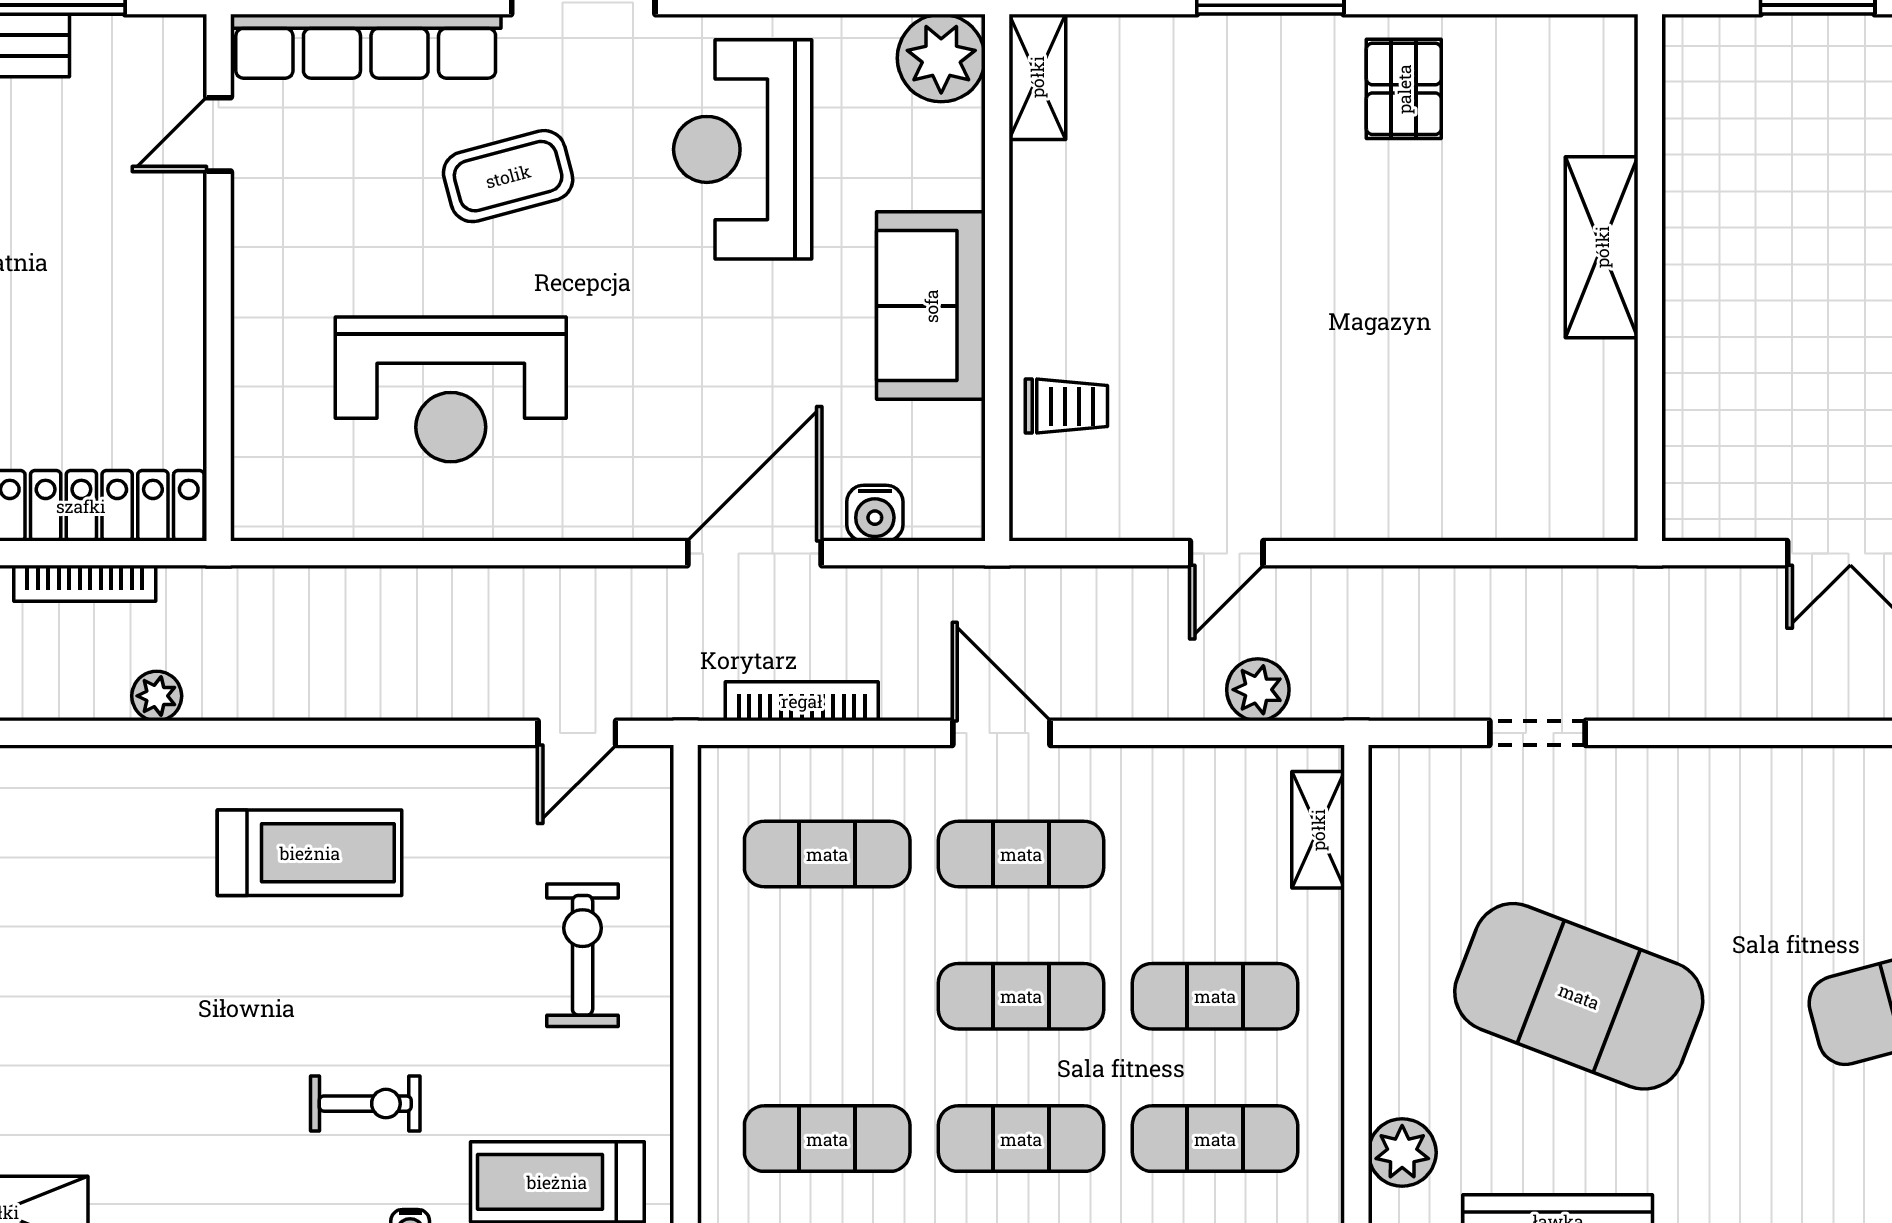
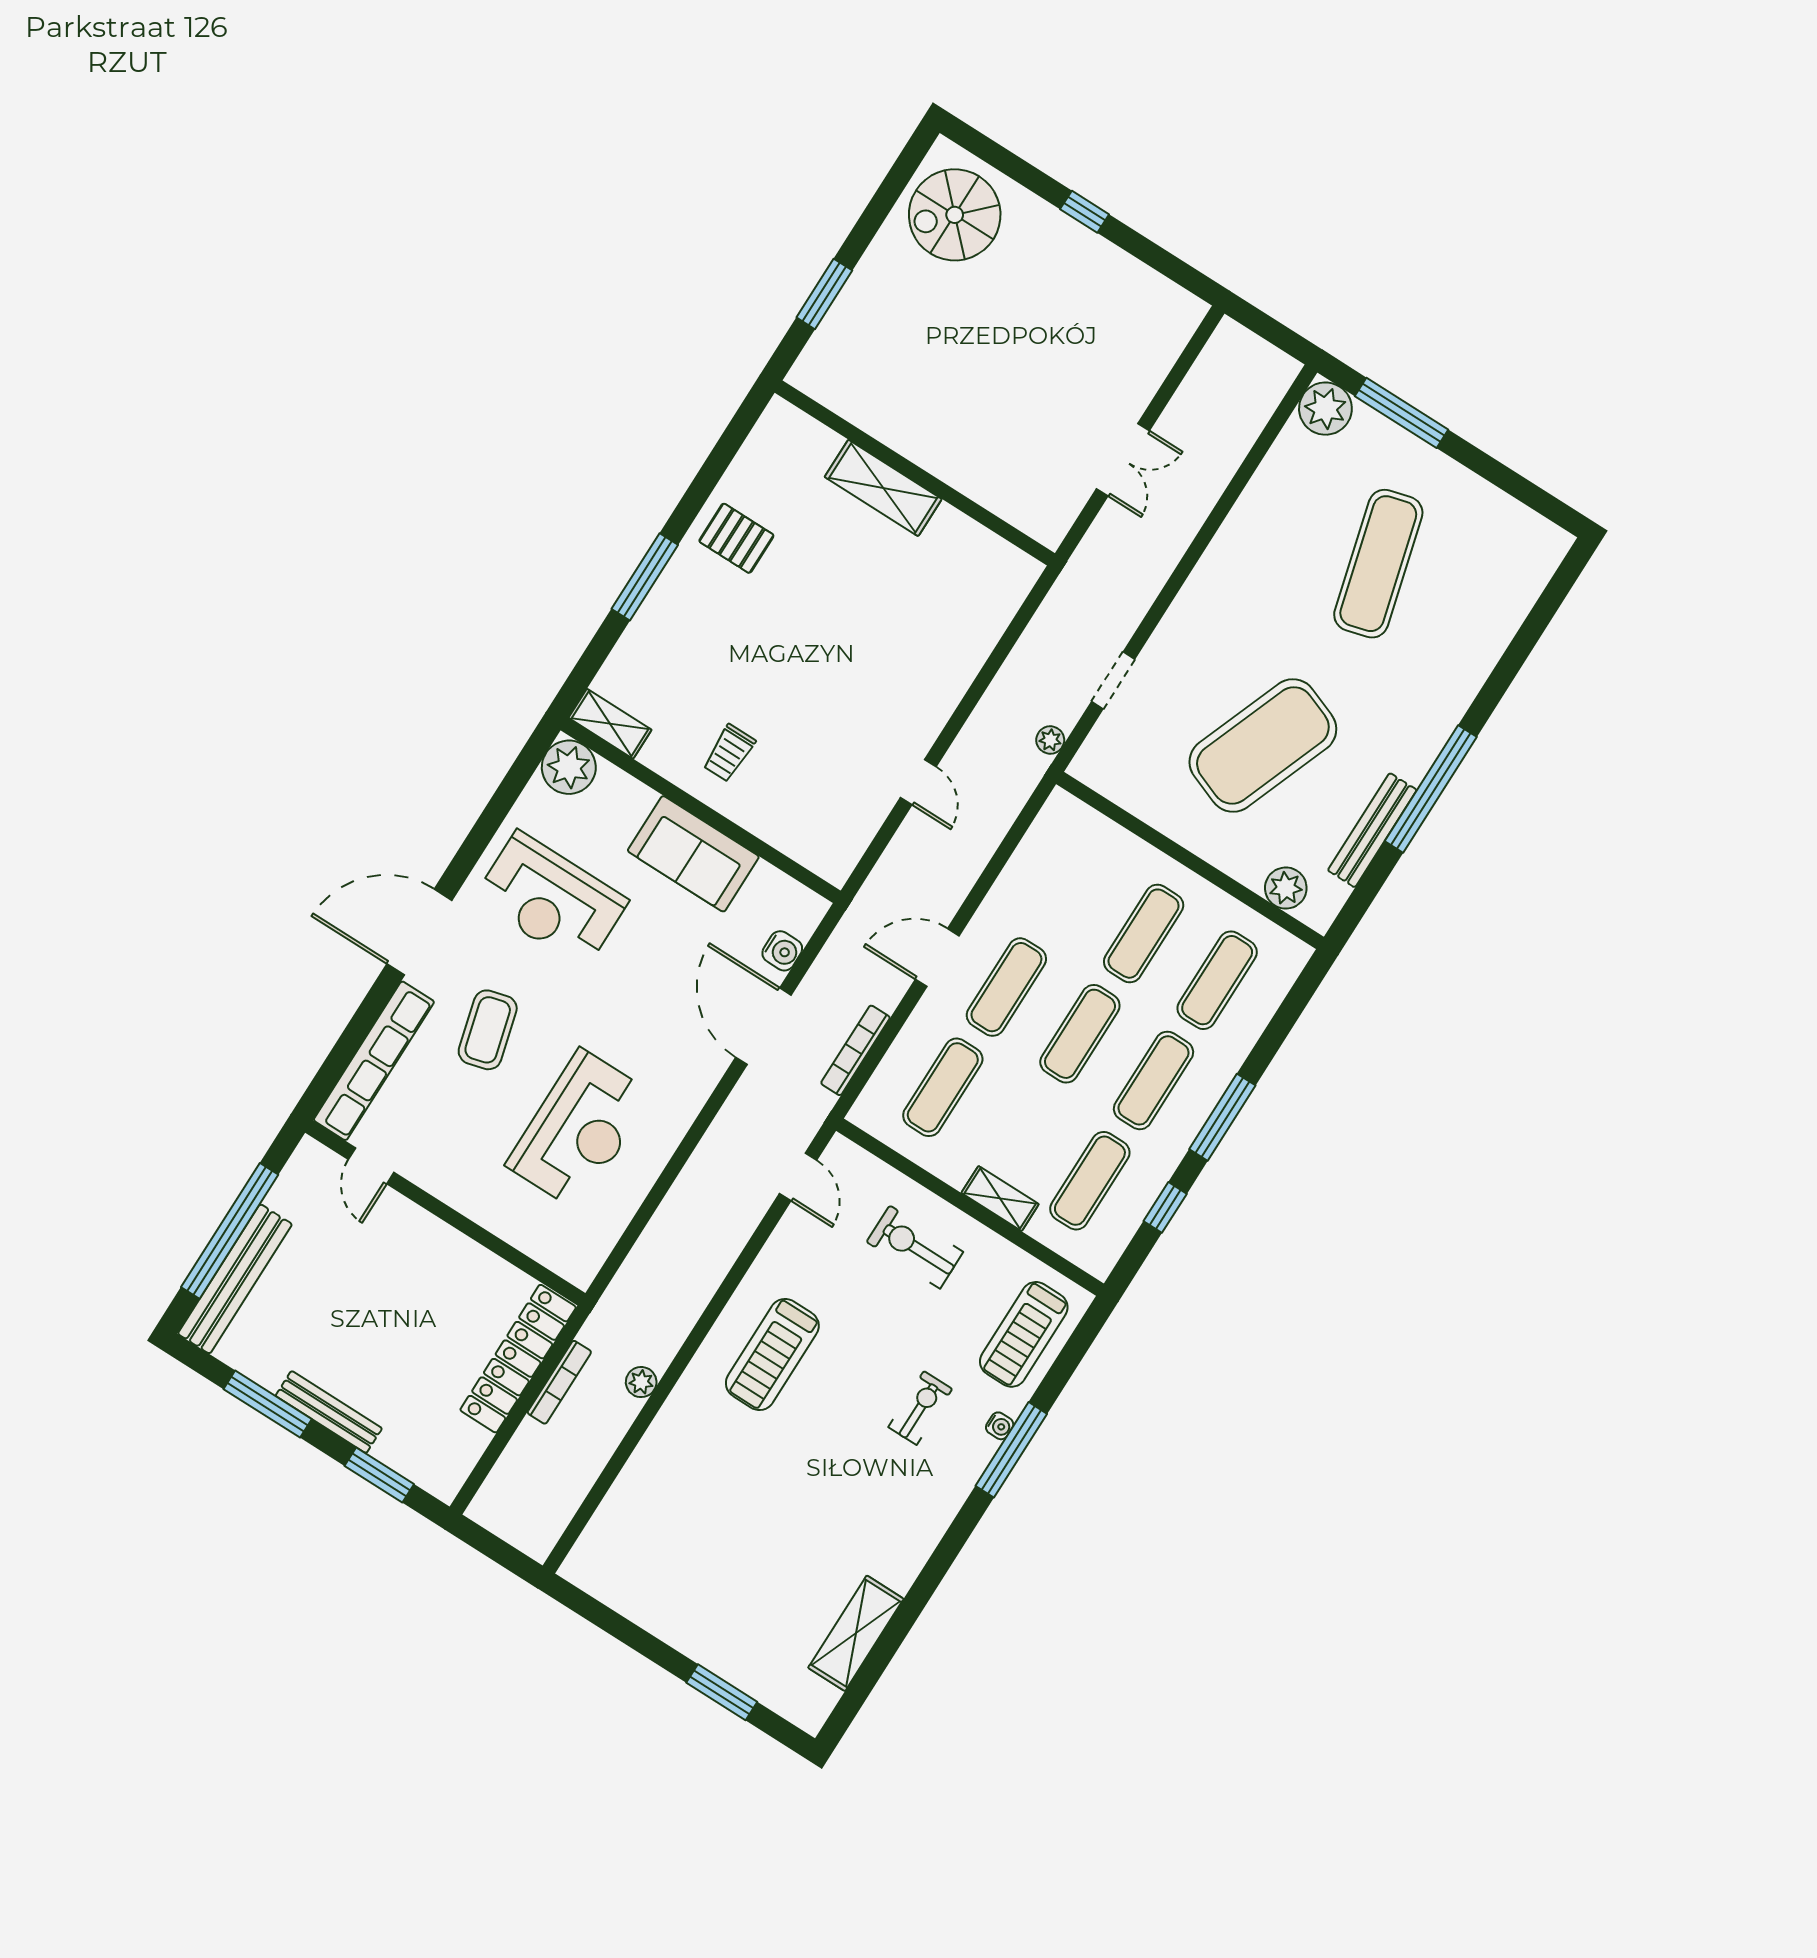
trolley: (1066, 406) -> (729, 753), moved, turned 180
plant: (1258, 690) -> (1050, 740), moved, width x0.73, depth x0.73
shelving: (1318, 830) -> (1000, 1199), moved
treadmill: (310, 853) -> (772, 1354), turned 180

